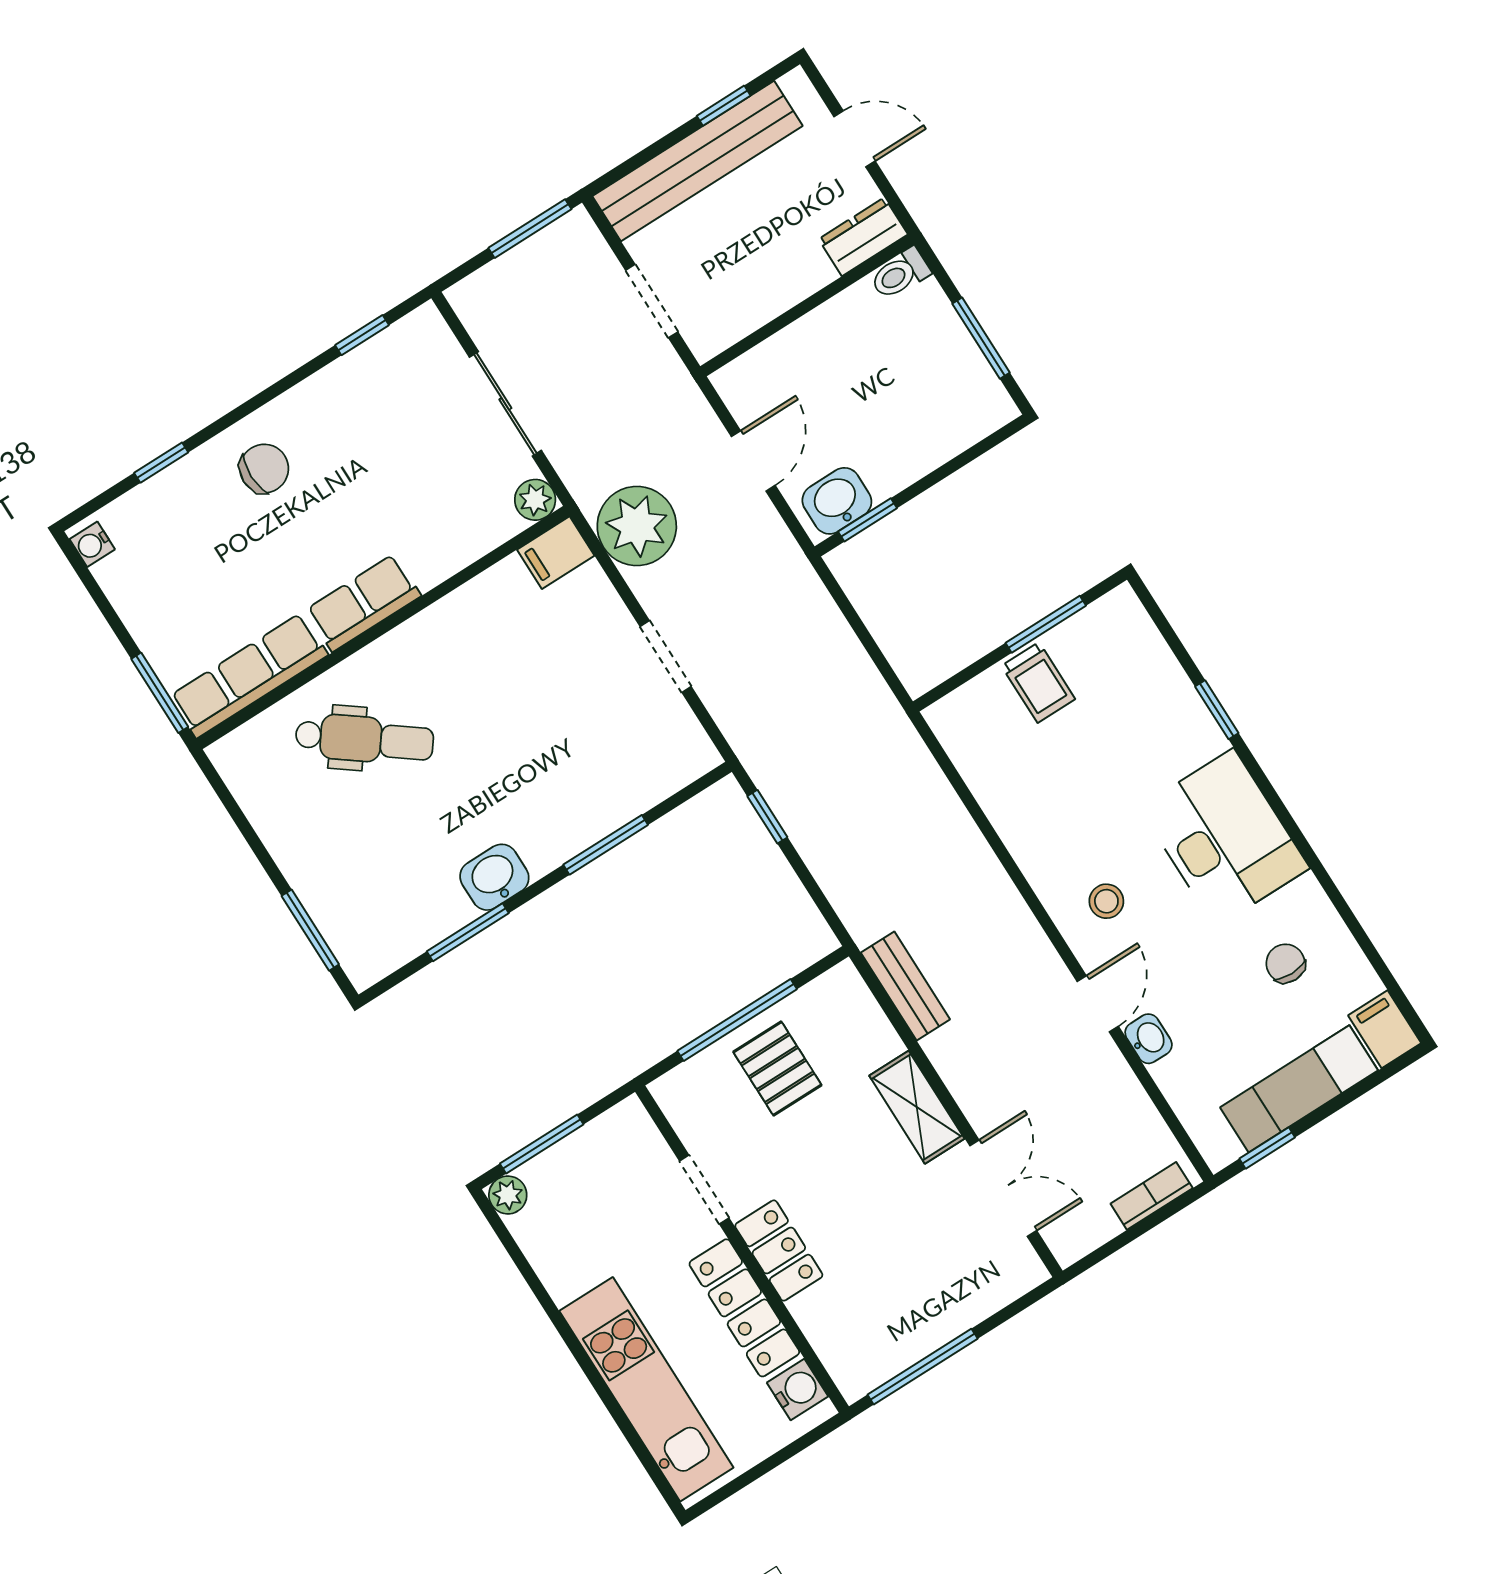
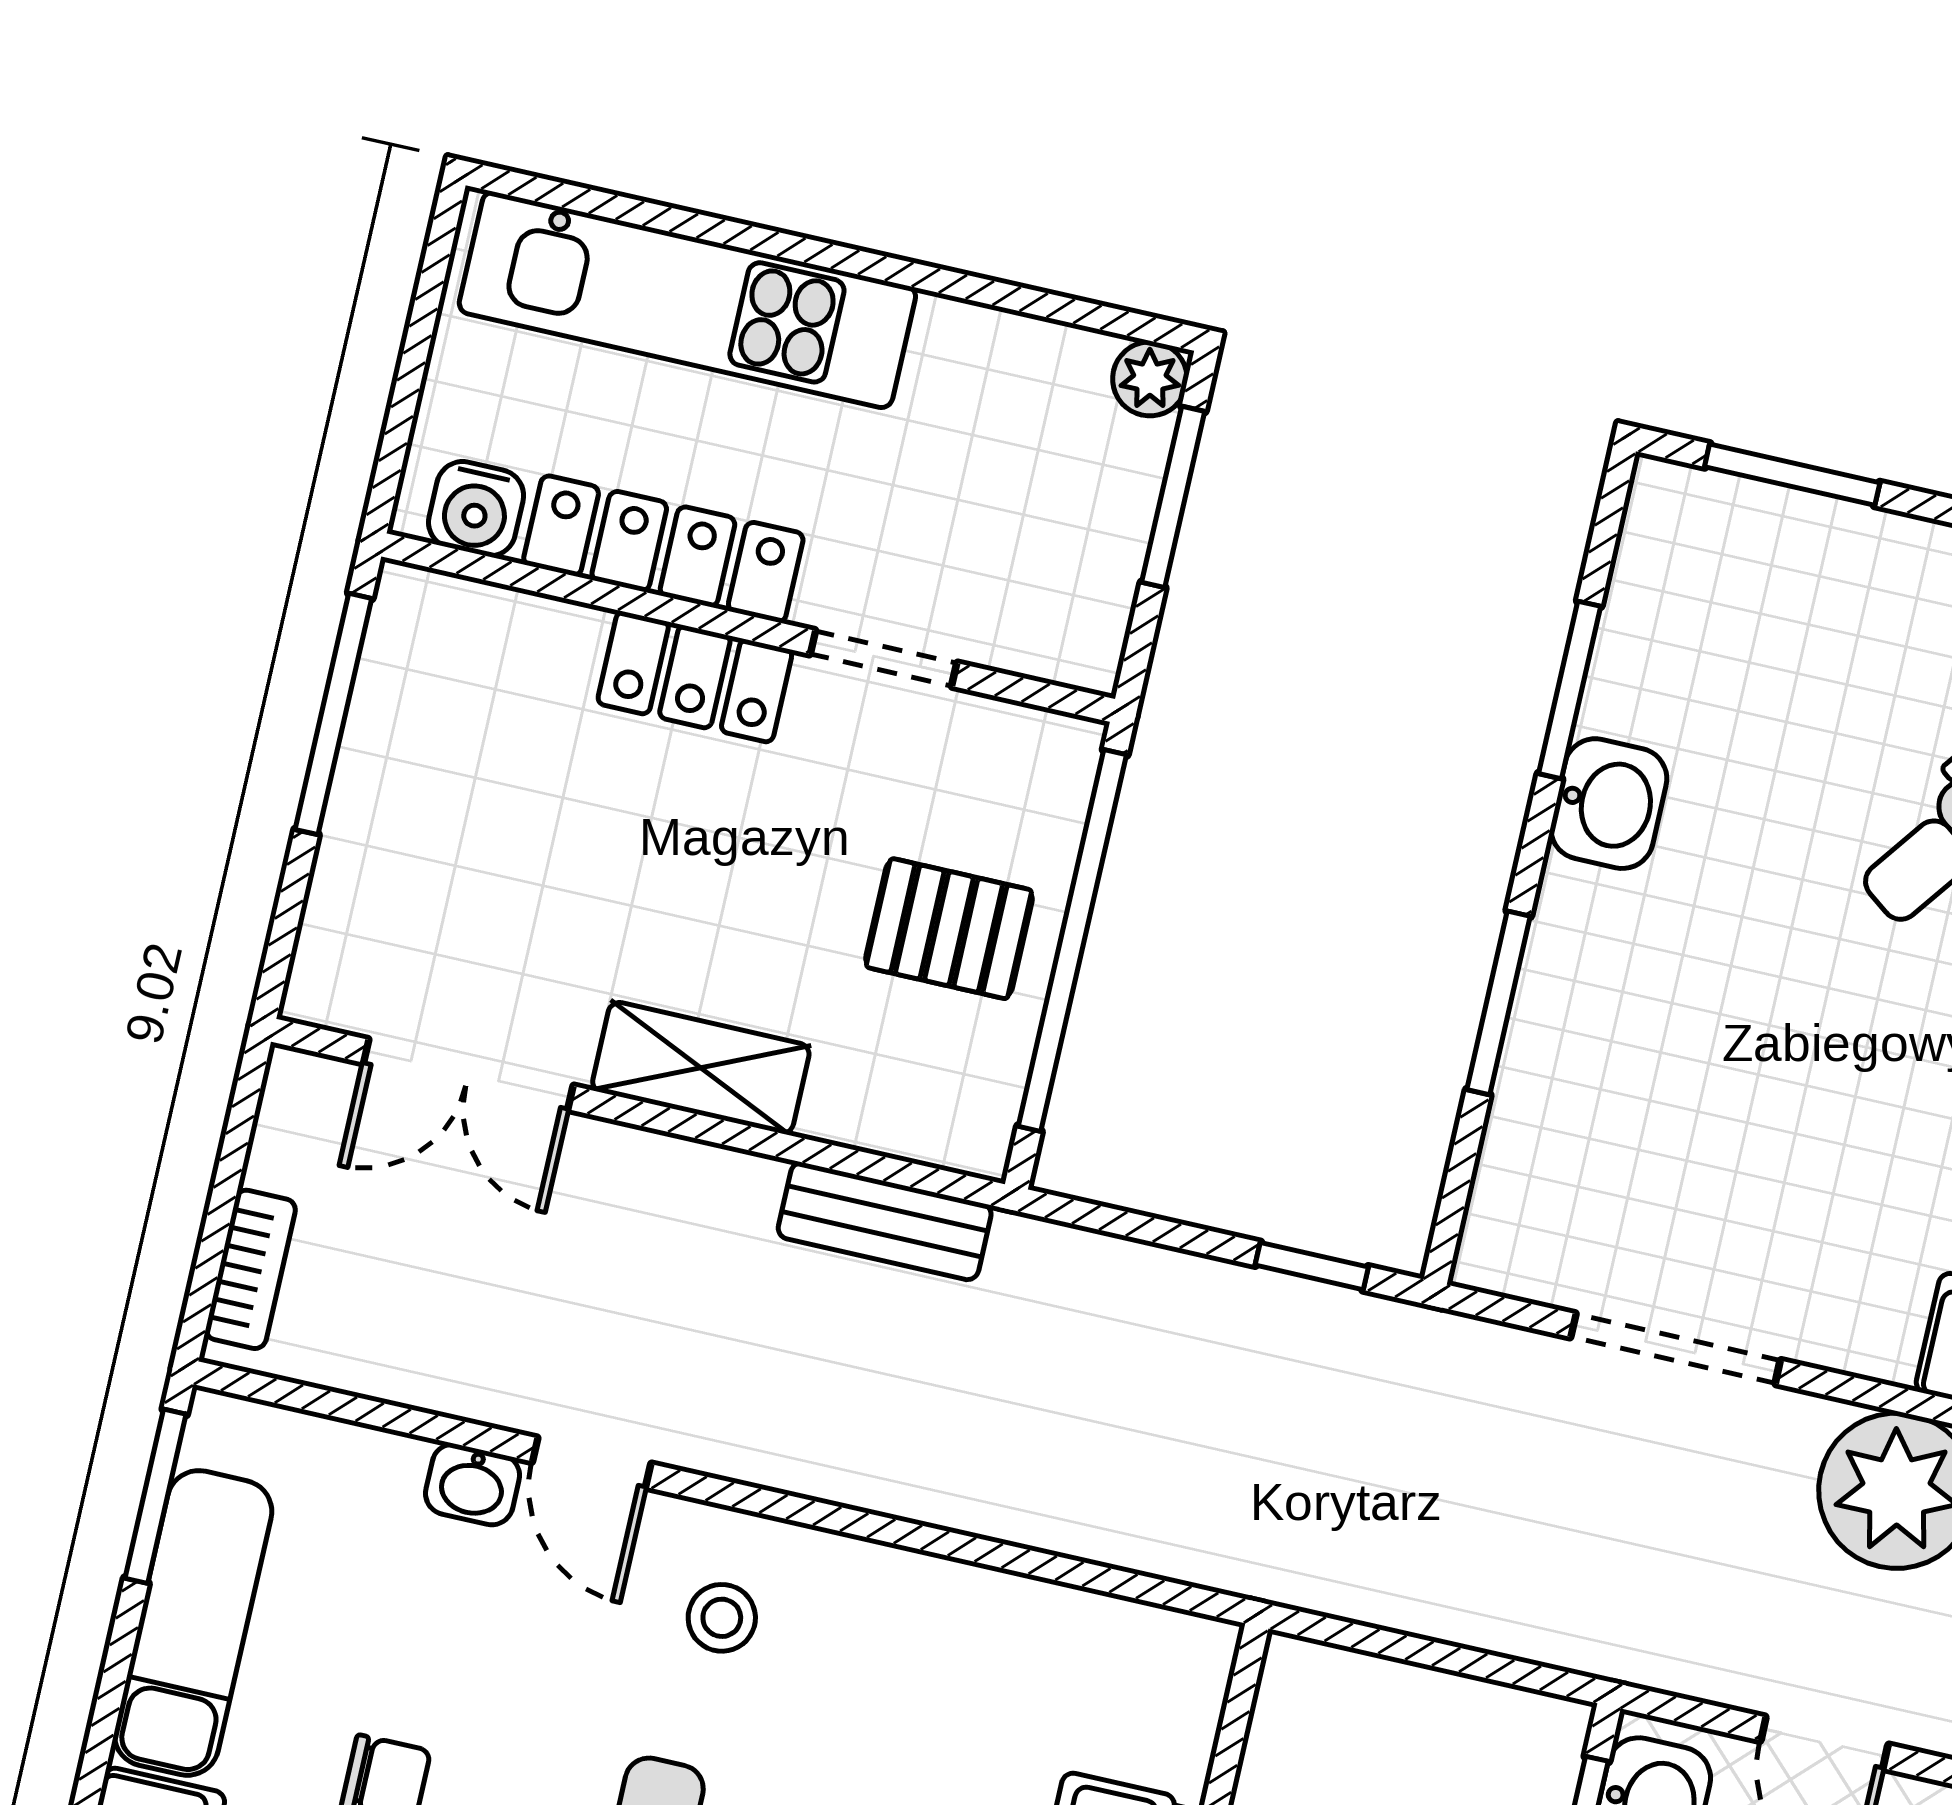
doorway: (666, 656) -> (1676, 1349), width x1.38
window: (737, 1020) -> (1072, 941), width x1.46
window: (1267, 1148) -> (156, 1496), width x1.50

